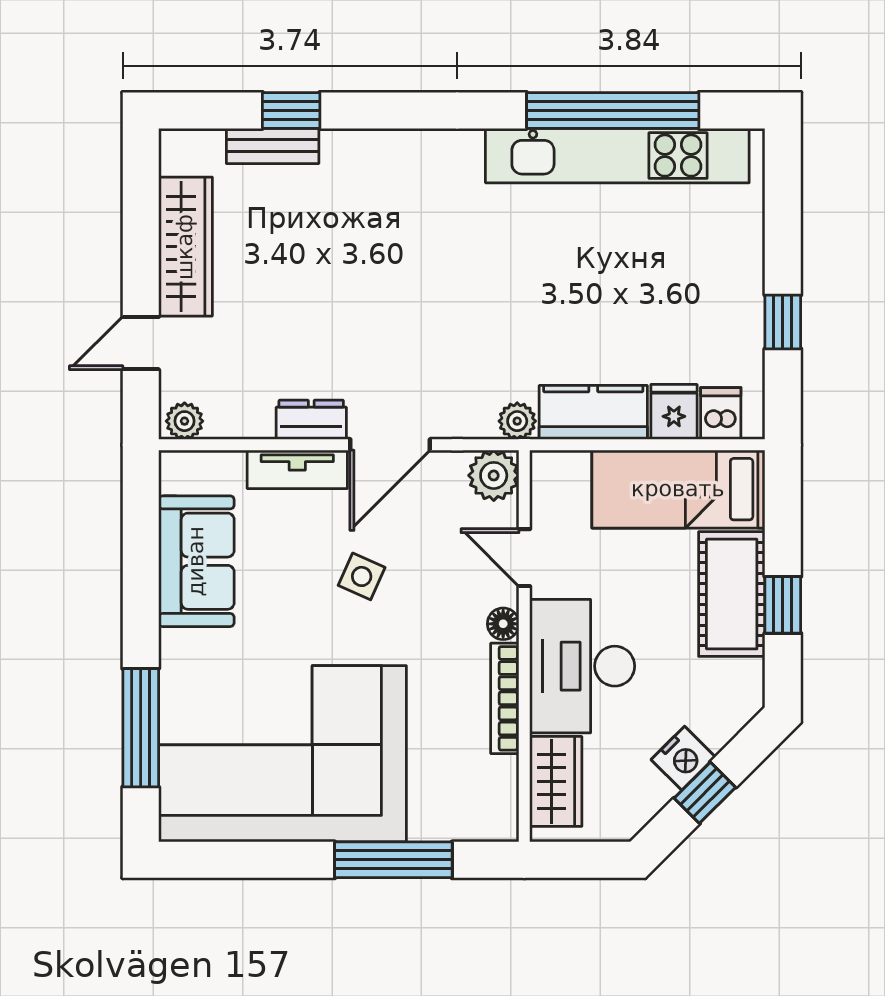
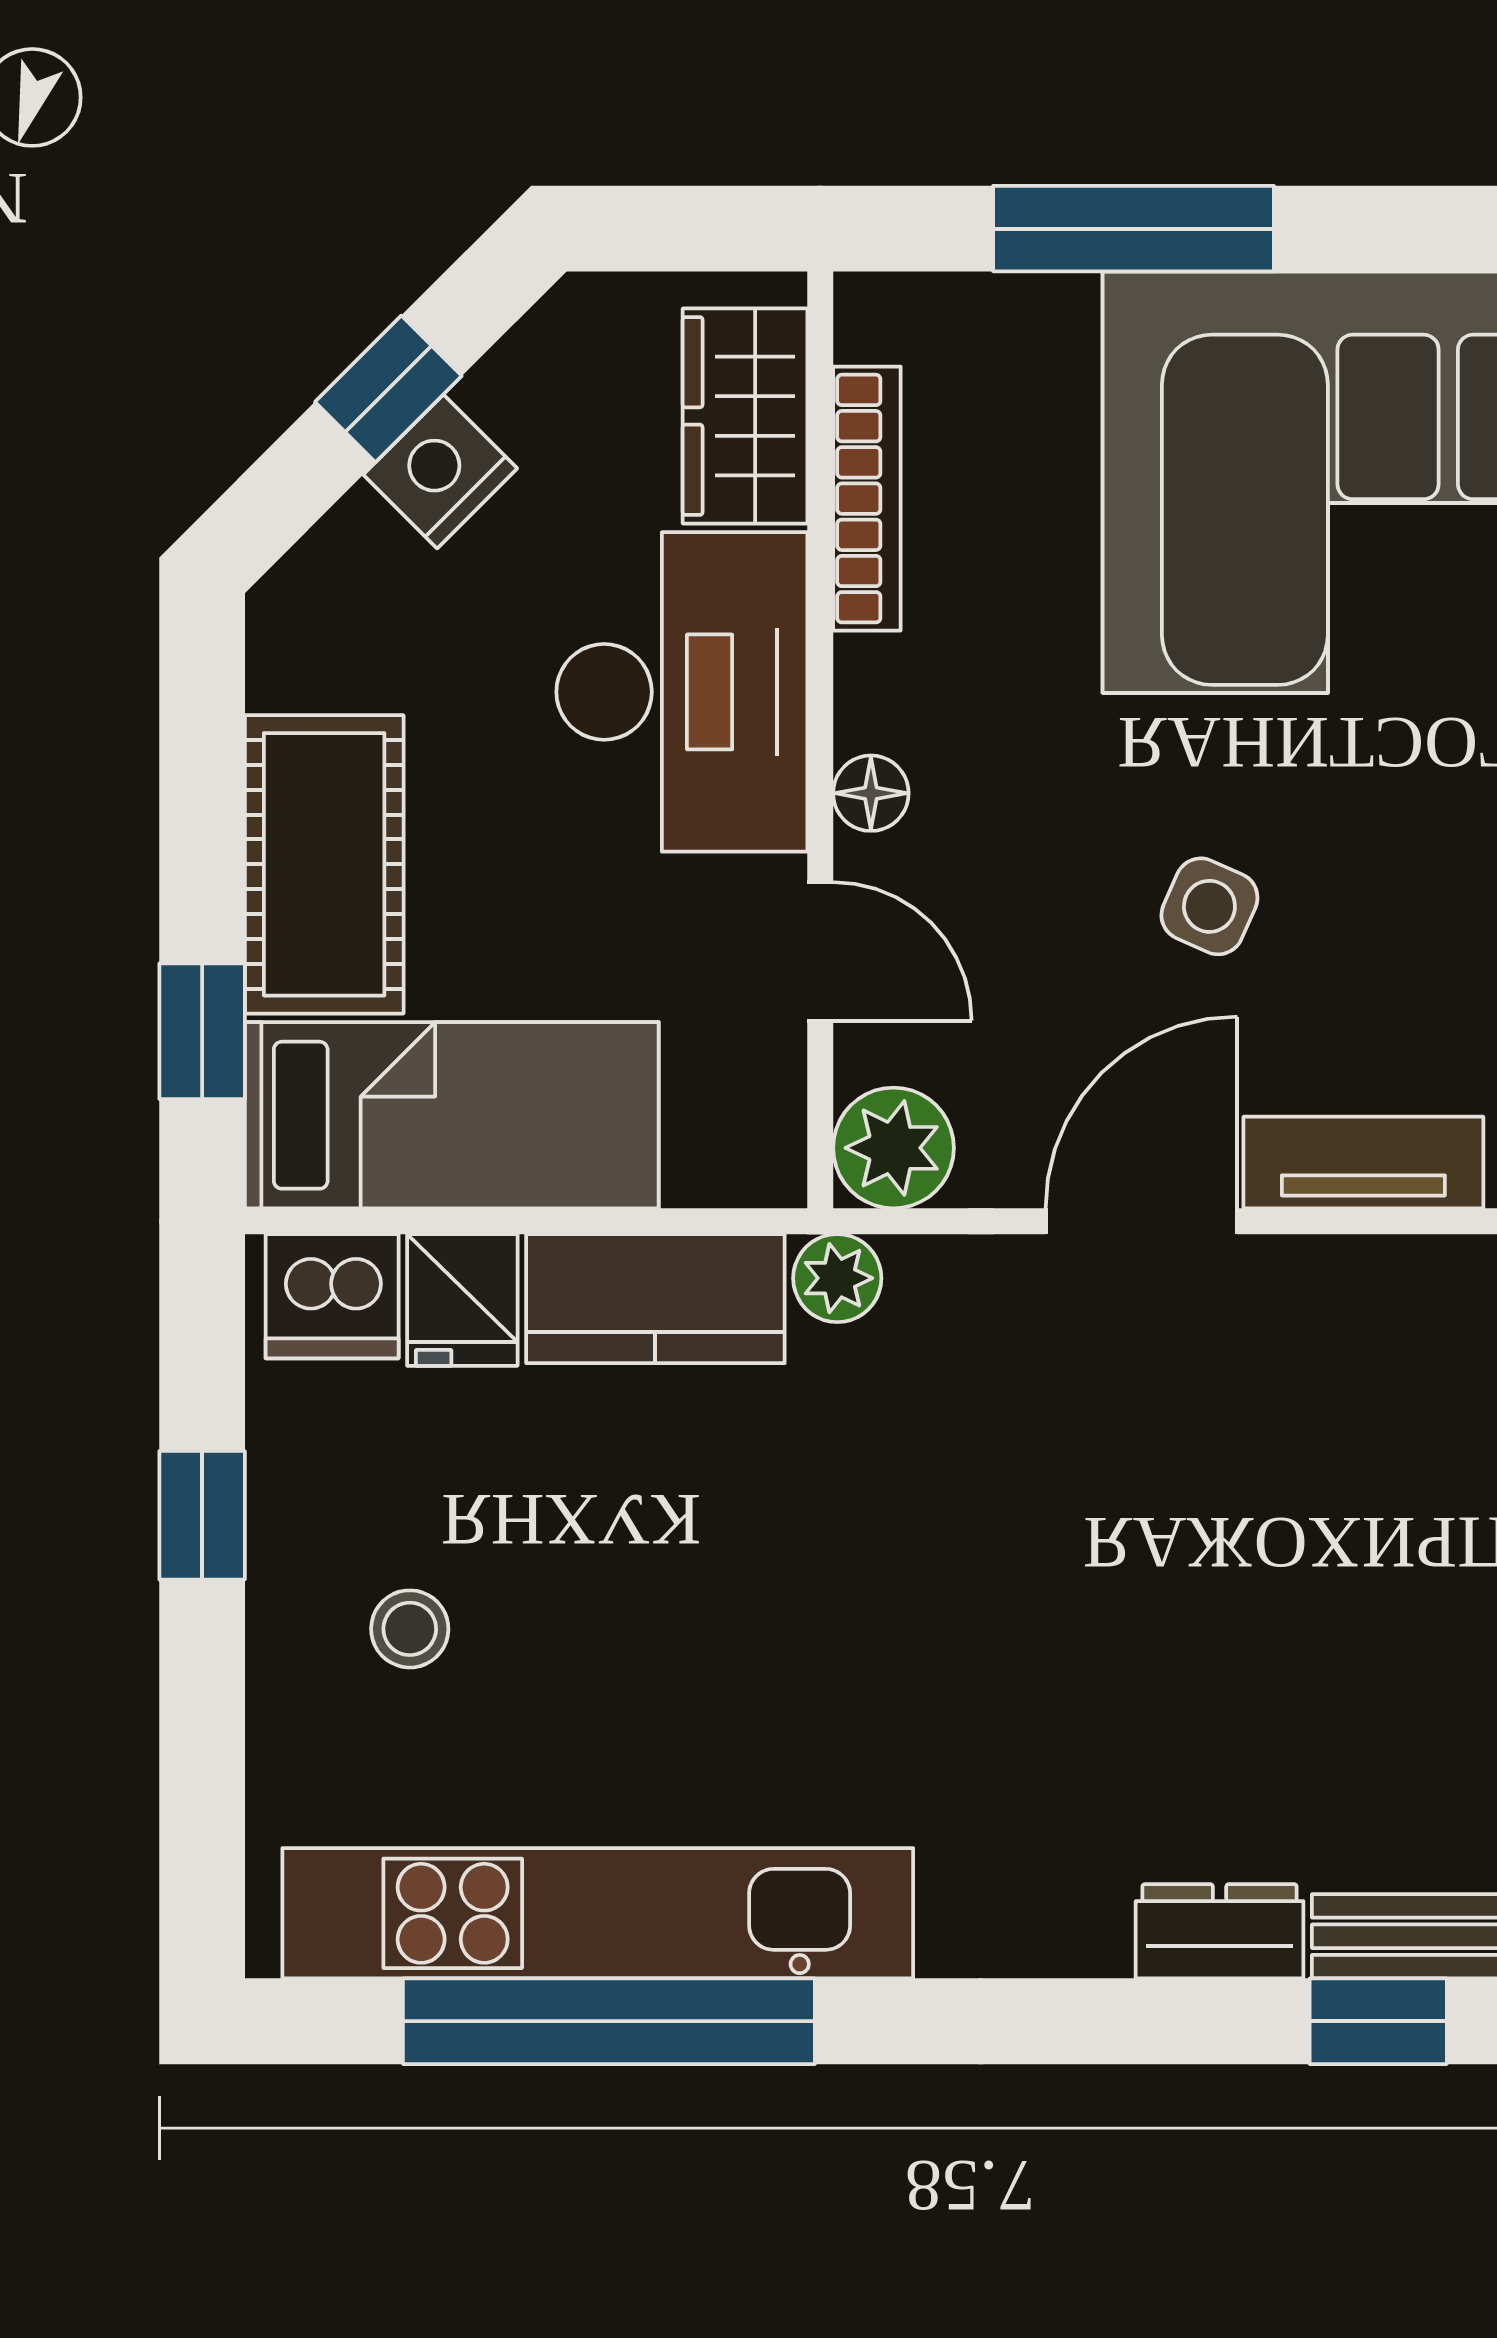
stool: (696, 274) -> (410, 1629), added
dishwasher: (721, 413) -> (332, 1296), width x1.38
dresser: (311, 420) -> (1220, 1931), moved, turned 180
window: (783, 605) -> (202, 1031), moved
bookcase: (505, 698) -> (867, 499), moved

